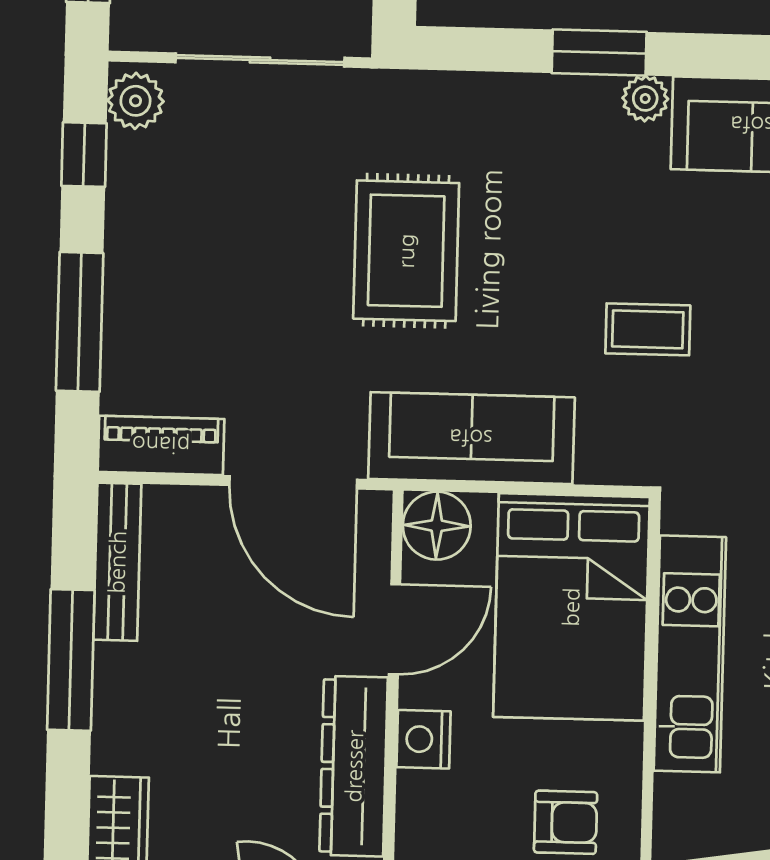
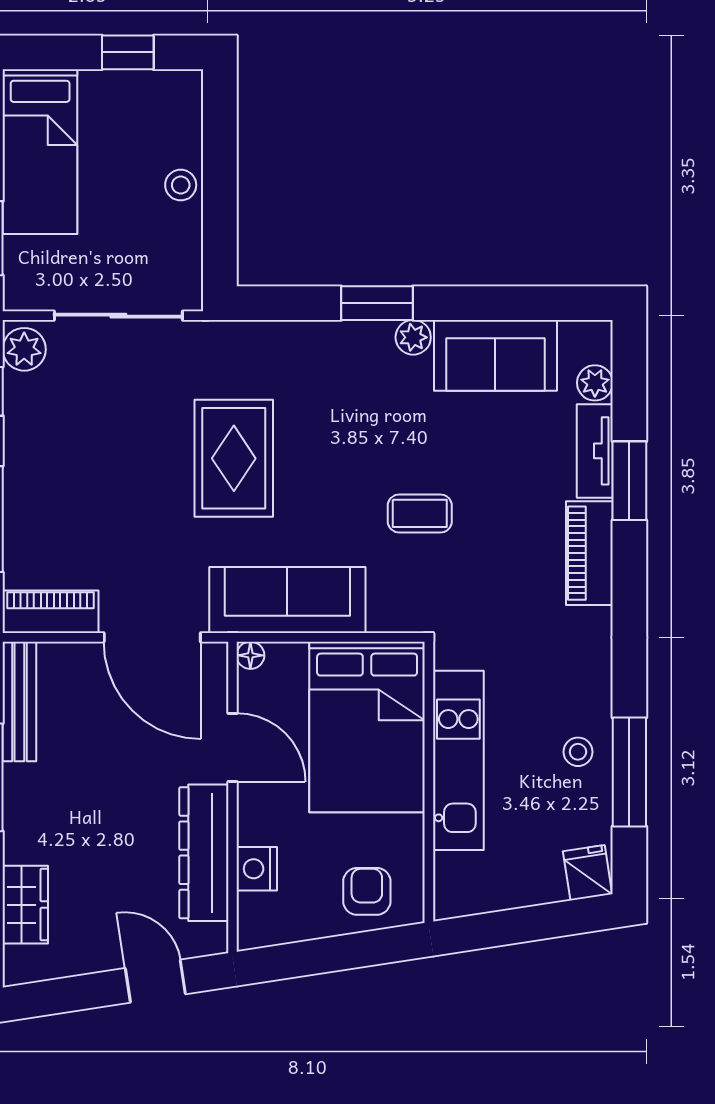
floor lamp: (437, 526) -> (250, 655), width x0.53, depth x0.53
door: (395, 629) -> (232, 747), hinge flipped
nightstand: (424, 739) -> (257, 869), moved
armchair: (566, 822) -> (367, 891), turned -90

